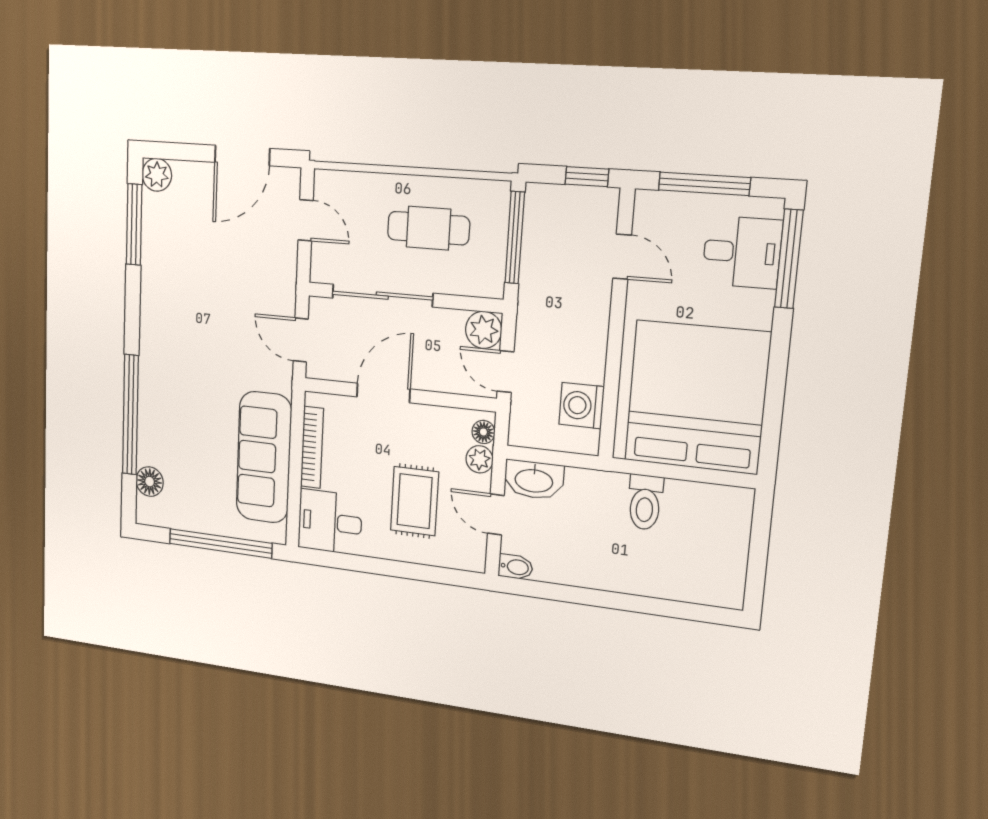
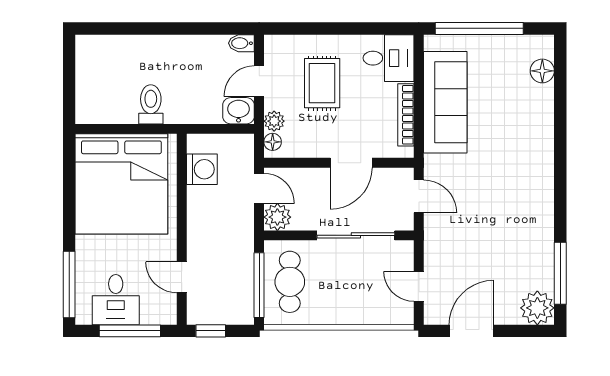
plant: (157, 175) -> (537, 308), width x1.36, depth x1.36
cafe table: (428, 228) -> (290, 282), moved, turned 90
desk: (742, 252) -> (116, 300), moved, turned -90
window: (130, 415) -> (560, 123), removed
washbasin: (534, 480) -> (239, 111), width x0.72
door: (496, 514) -> (259, 81), swing flipped

